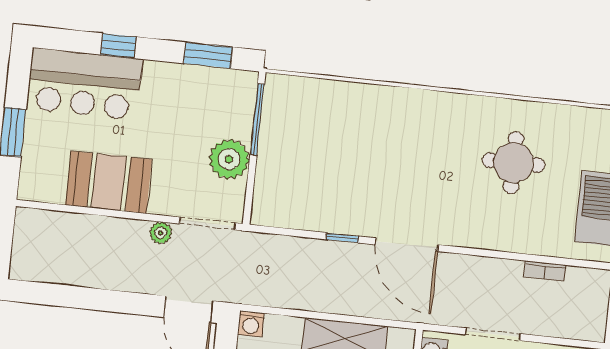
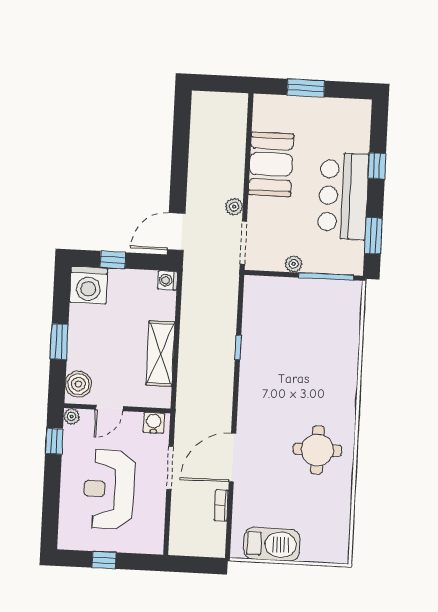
bar counter: (84, 84) -> (343, 196), moved
plant: (229, 159) -> (294, 264), width x0.53, depth x0.53
round table: (514, 163) -> (317, 450), moved
door: (407, 245) -> (232, 458), moved

